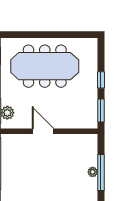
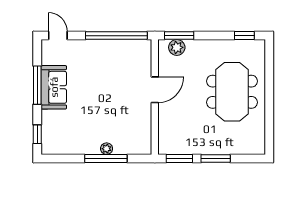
meeting table: (45, 66) -> (232, 92), width x0.73
window: (101, 80) -> (216, 158), width x1.50

